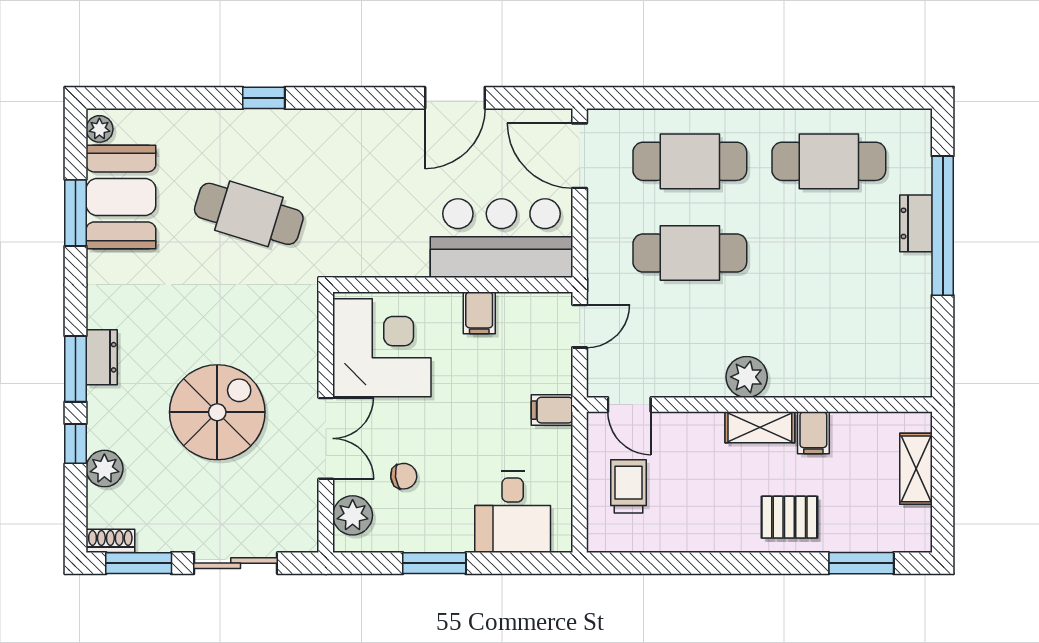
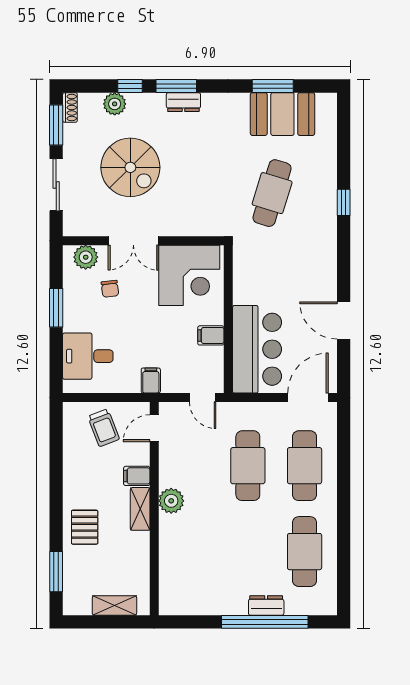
plant: (99, 129) -> (325, 101), removed
spiral stairs: (217, 412) -> (130, 167), moved
filing cabinet: (813, 433) -> (137, 476), moved
trolley: (629, 486) -> (104, 428), turned 69

